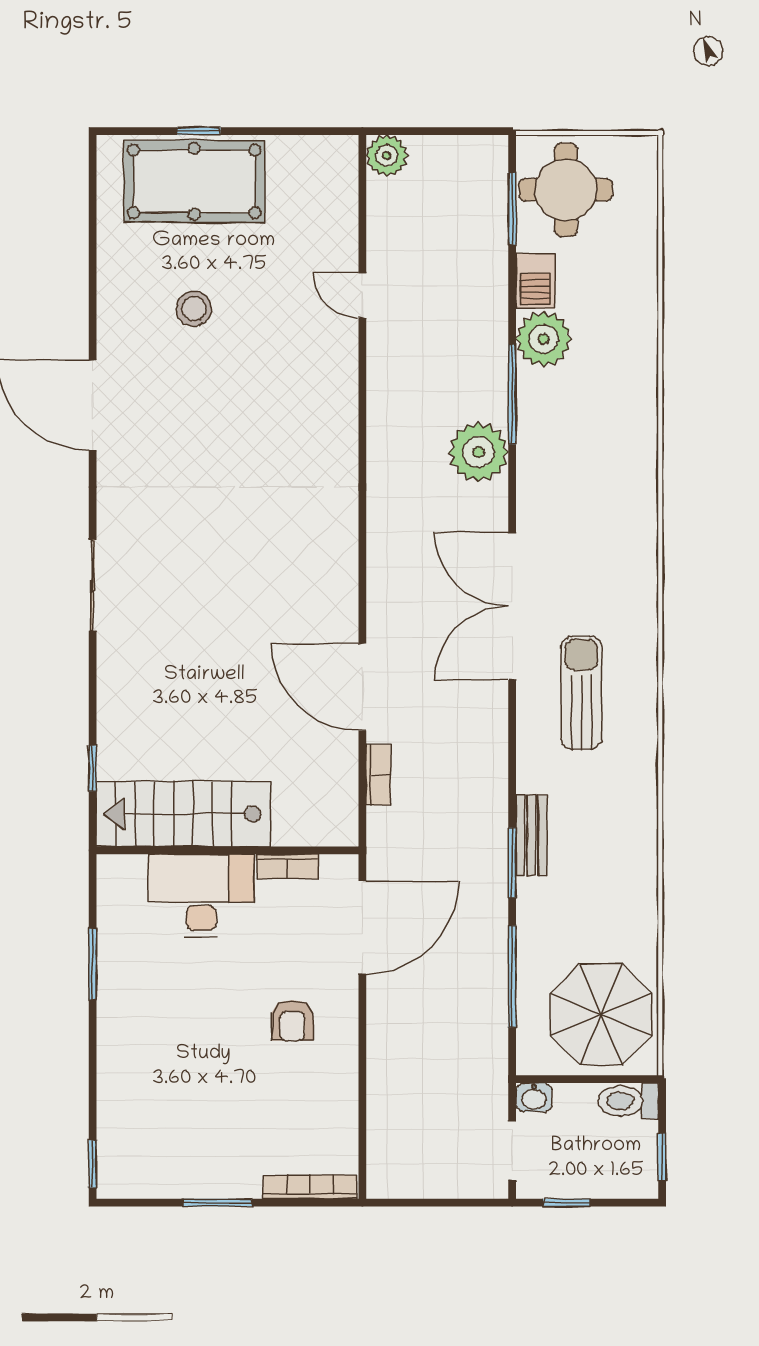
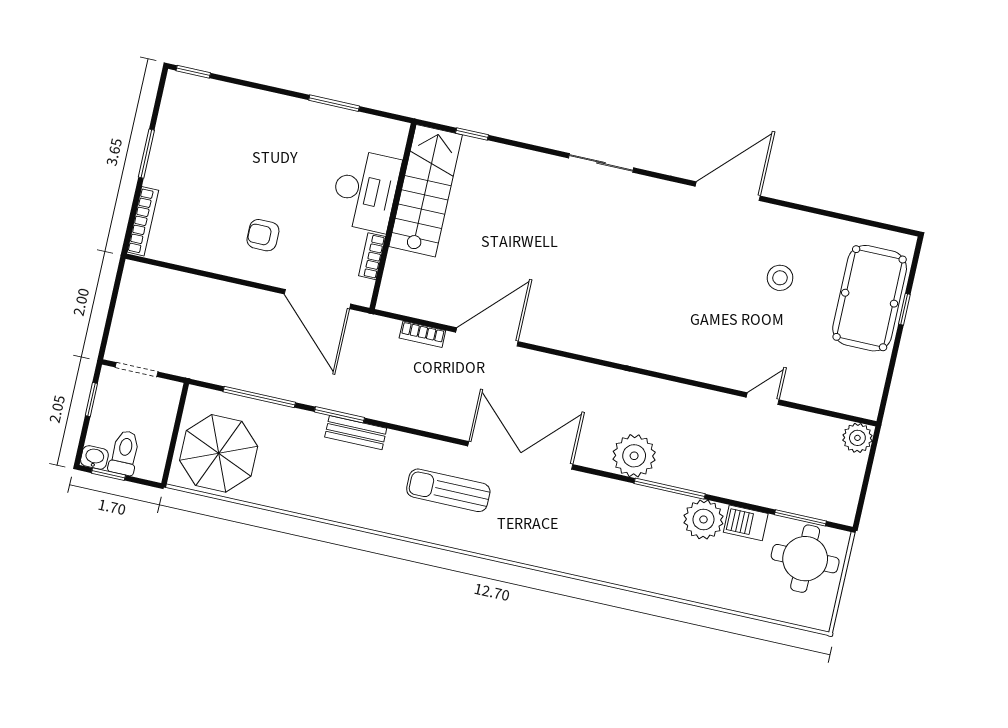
sun lounger: (581, 693) -> (448, 490), turned 180
washbasin: (534, 1097) -> (94, 457), moved, turned 90
toilet: (628, 1101) -> (124, 453), moved

